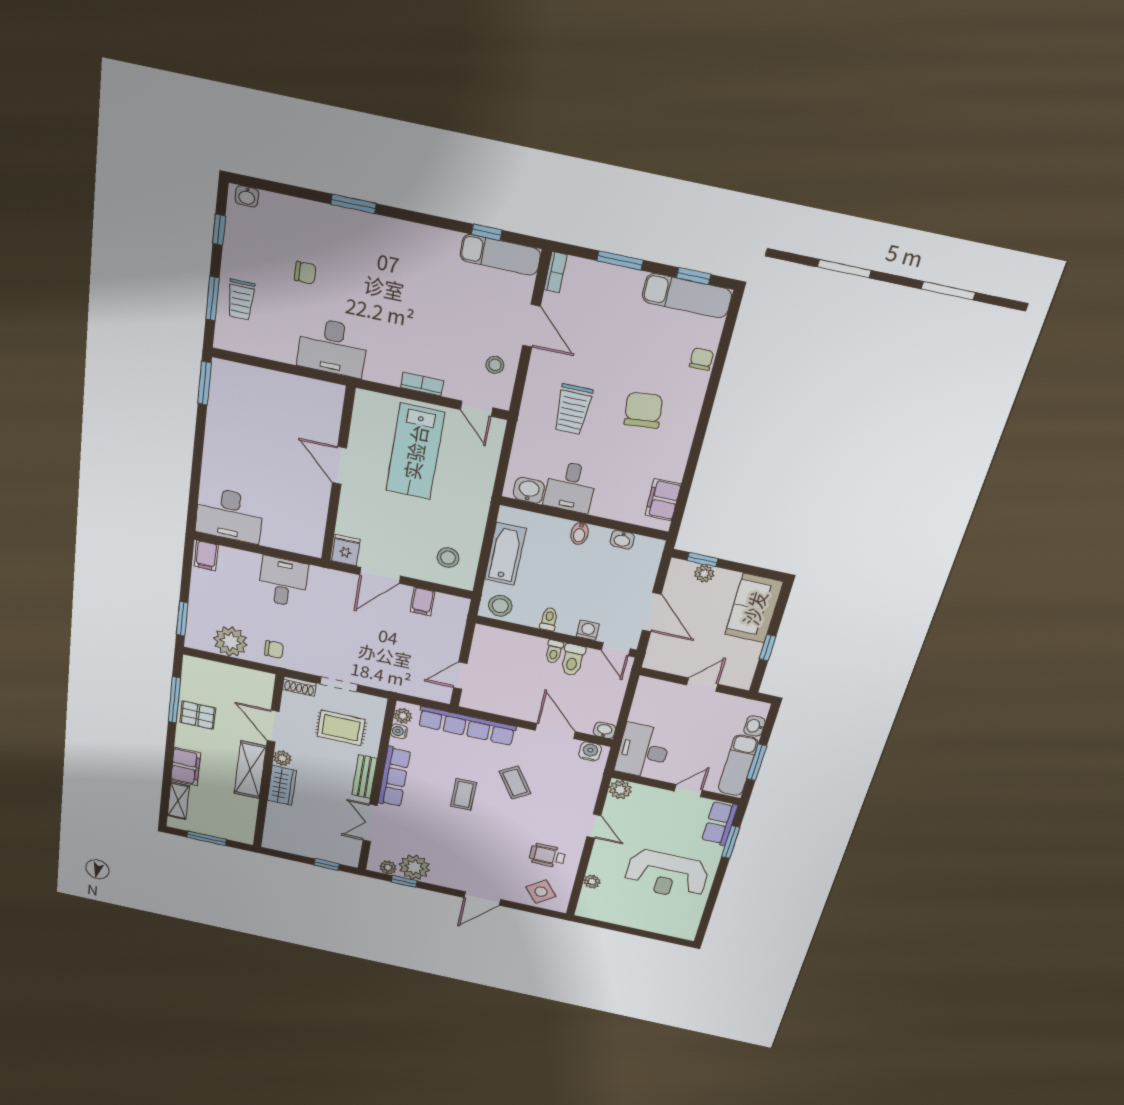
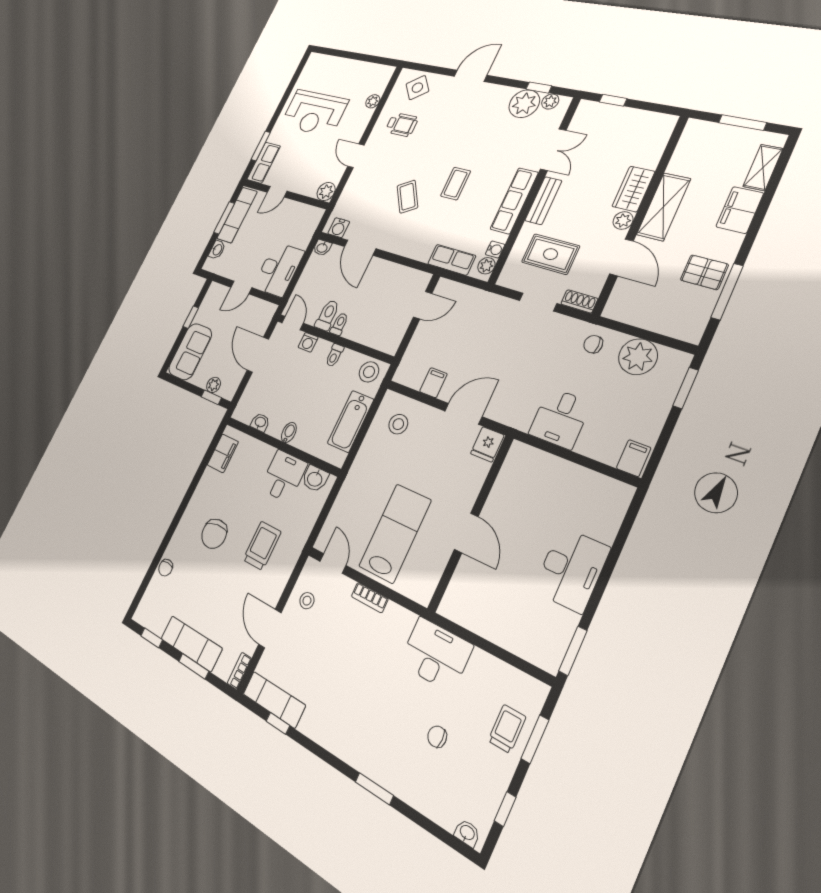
exam couch: (687, 296) -> (191, 644), moved
desk: (229, 515) -> (571, 569), moved, turned 90
row of seats: (467, 726) -> (452, 260), width x0.50
desk: (643, 751) -> (279, 269), moved
reception desk: (667, 875) -> (314, 113), turned 180

